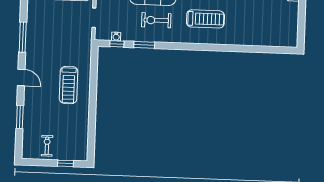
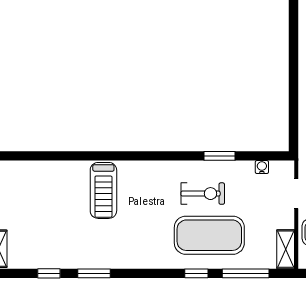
treadmill: (205, 19) -> (103, 190), moved, turned -90
window: (117, 44) -> (260, 156), removed

